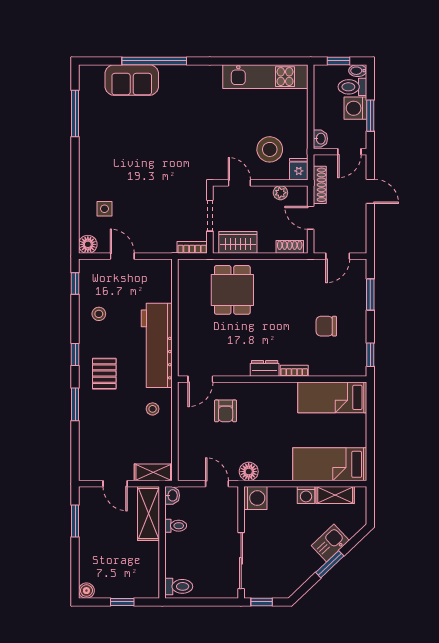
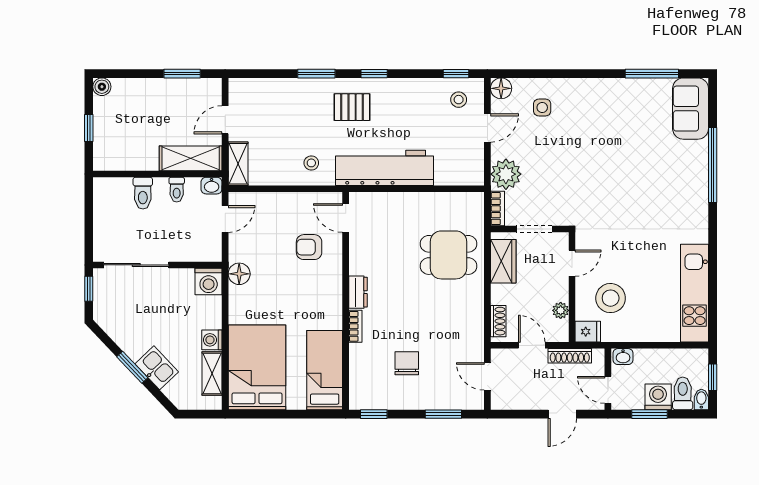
sofa: (132, 80) -> (691, 109), moved
door: (311, 218) -> (532, 345), hinge flipped
plant: (162, 240) -> (506, 174), added
stool: (99, 314) -> (459, 100), moved
bed: (330, 464) -> (257, 367), width x1.50
door: (217, 484) -> (225, 219), moved
toilet: (179, 586) -> (143, 193), moved

